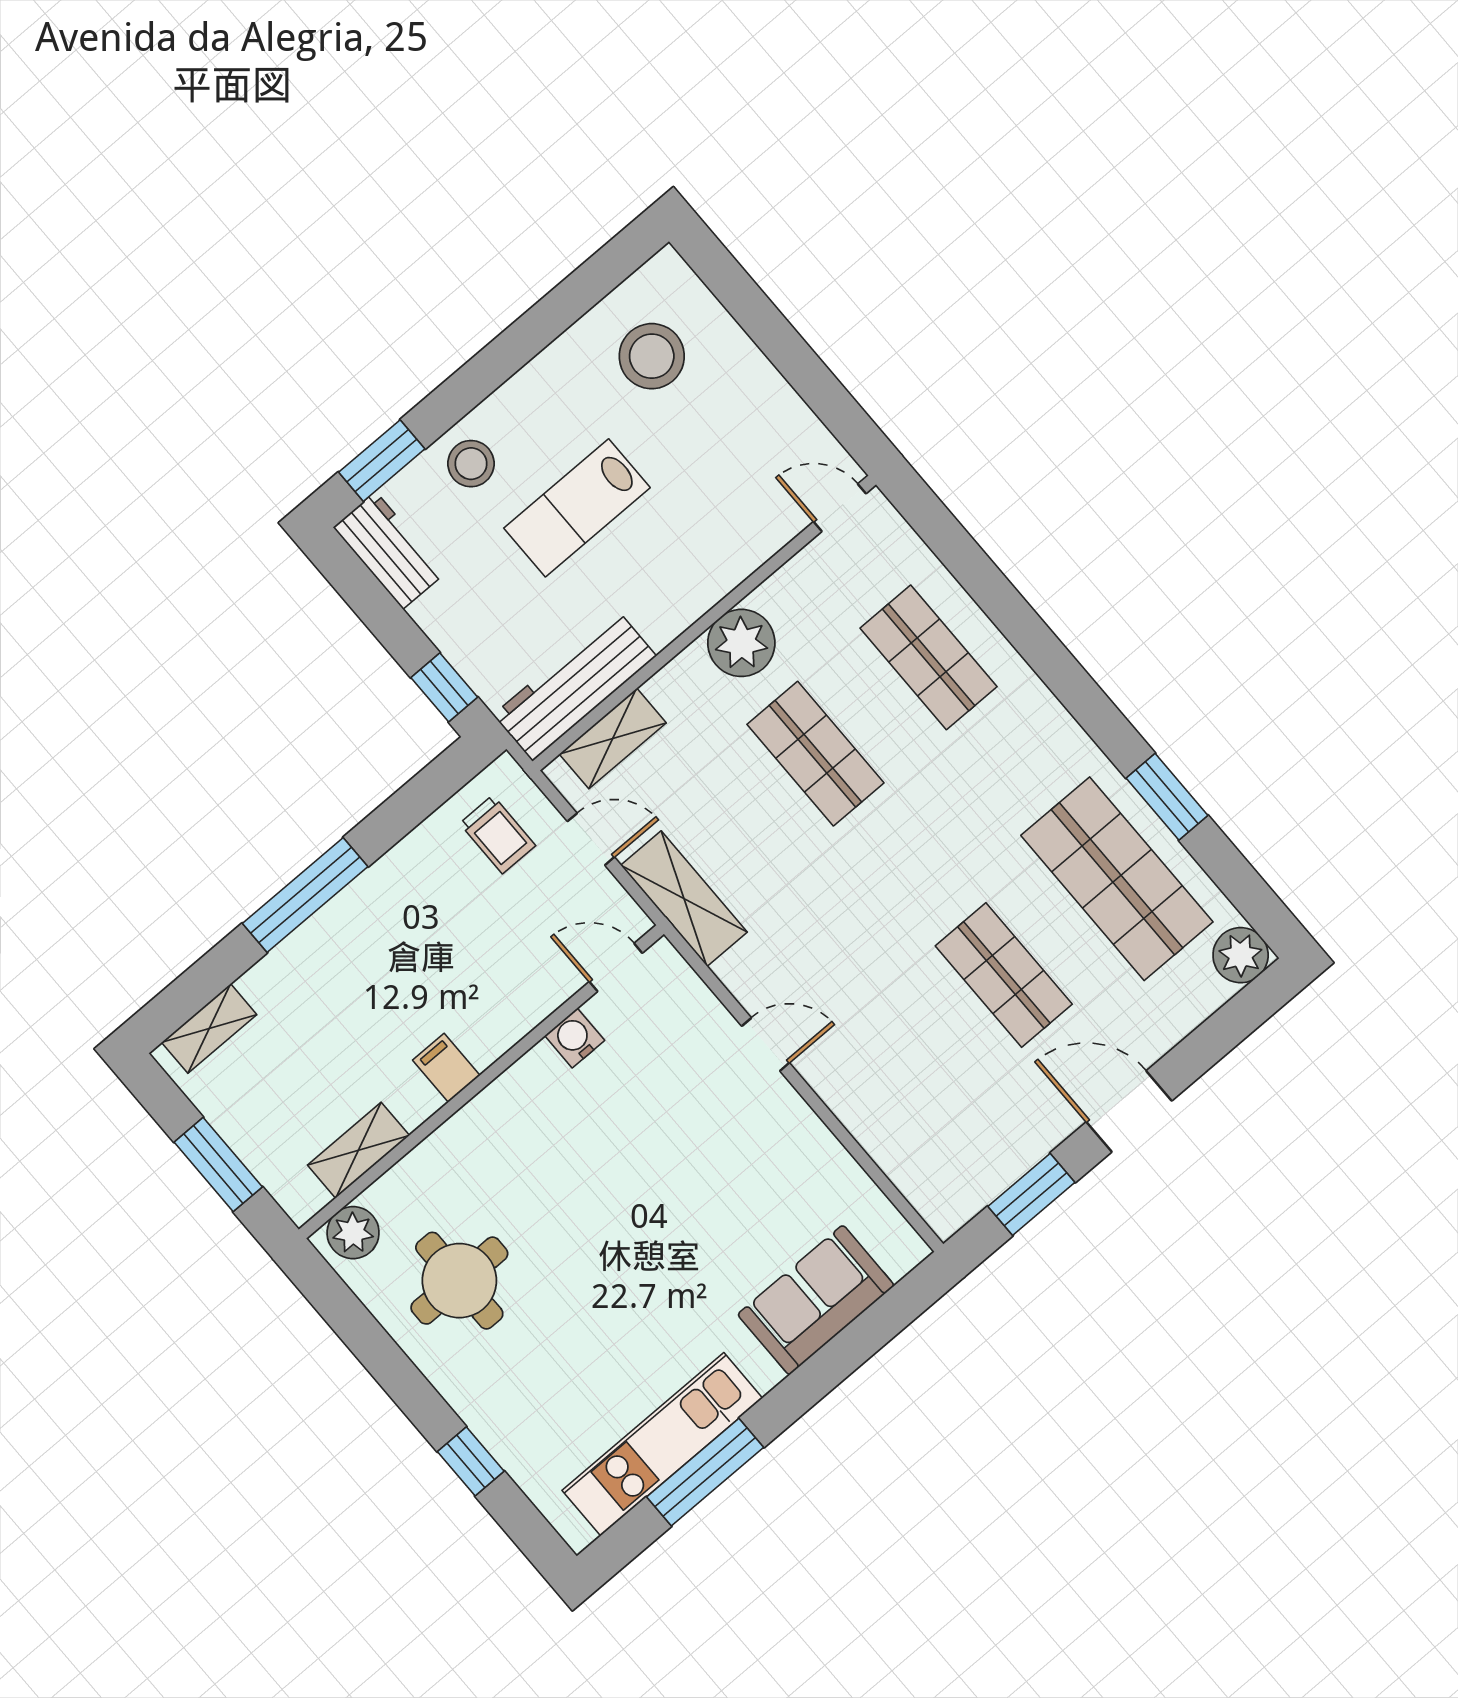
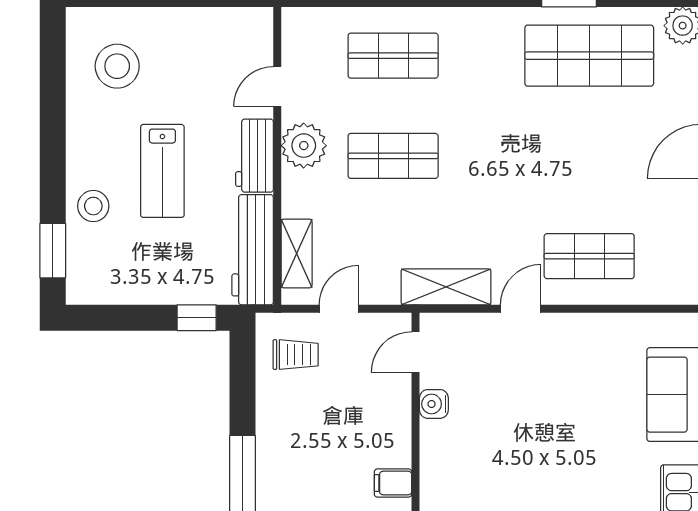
door: (840, 508) -> (277, 86), moved
workbench: (389, 550) -> (255, 156), moved, turned -90
shelving: (684, 899) -> (446, 287), moved
shop shelf: (1004, 975) -> (589, 256), moved

